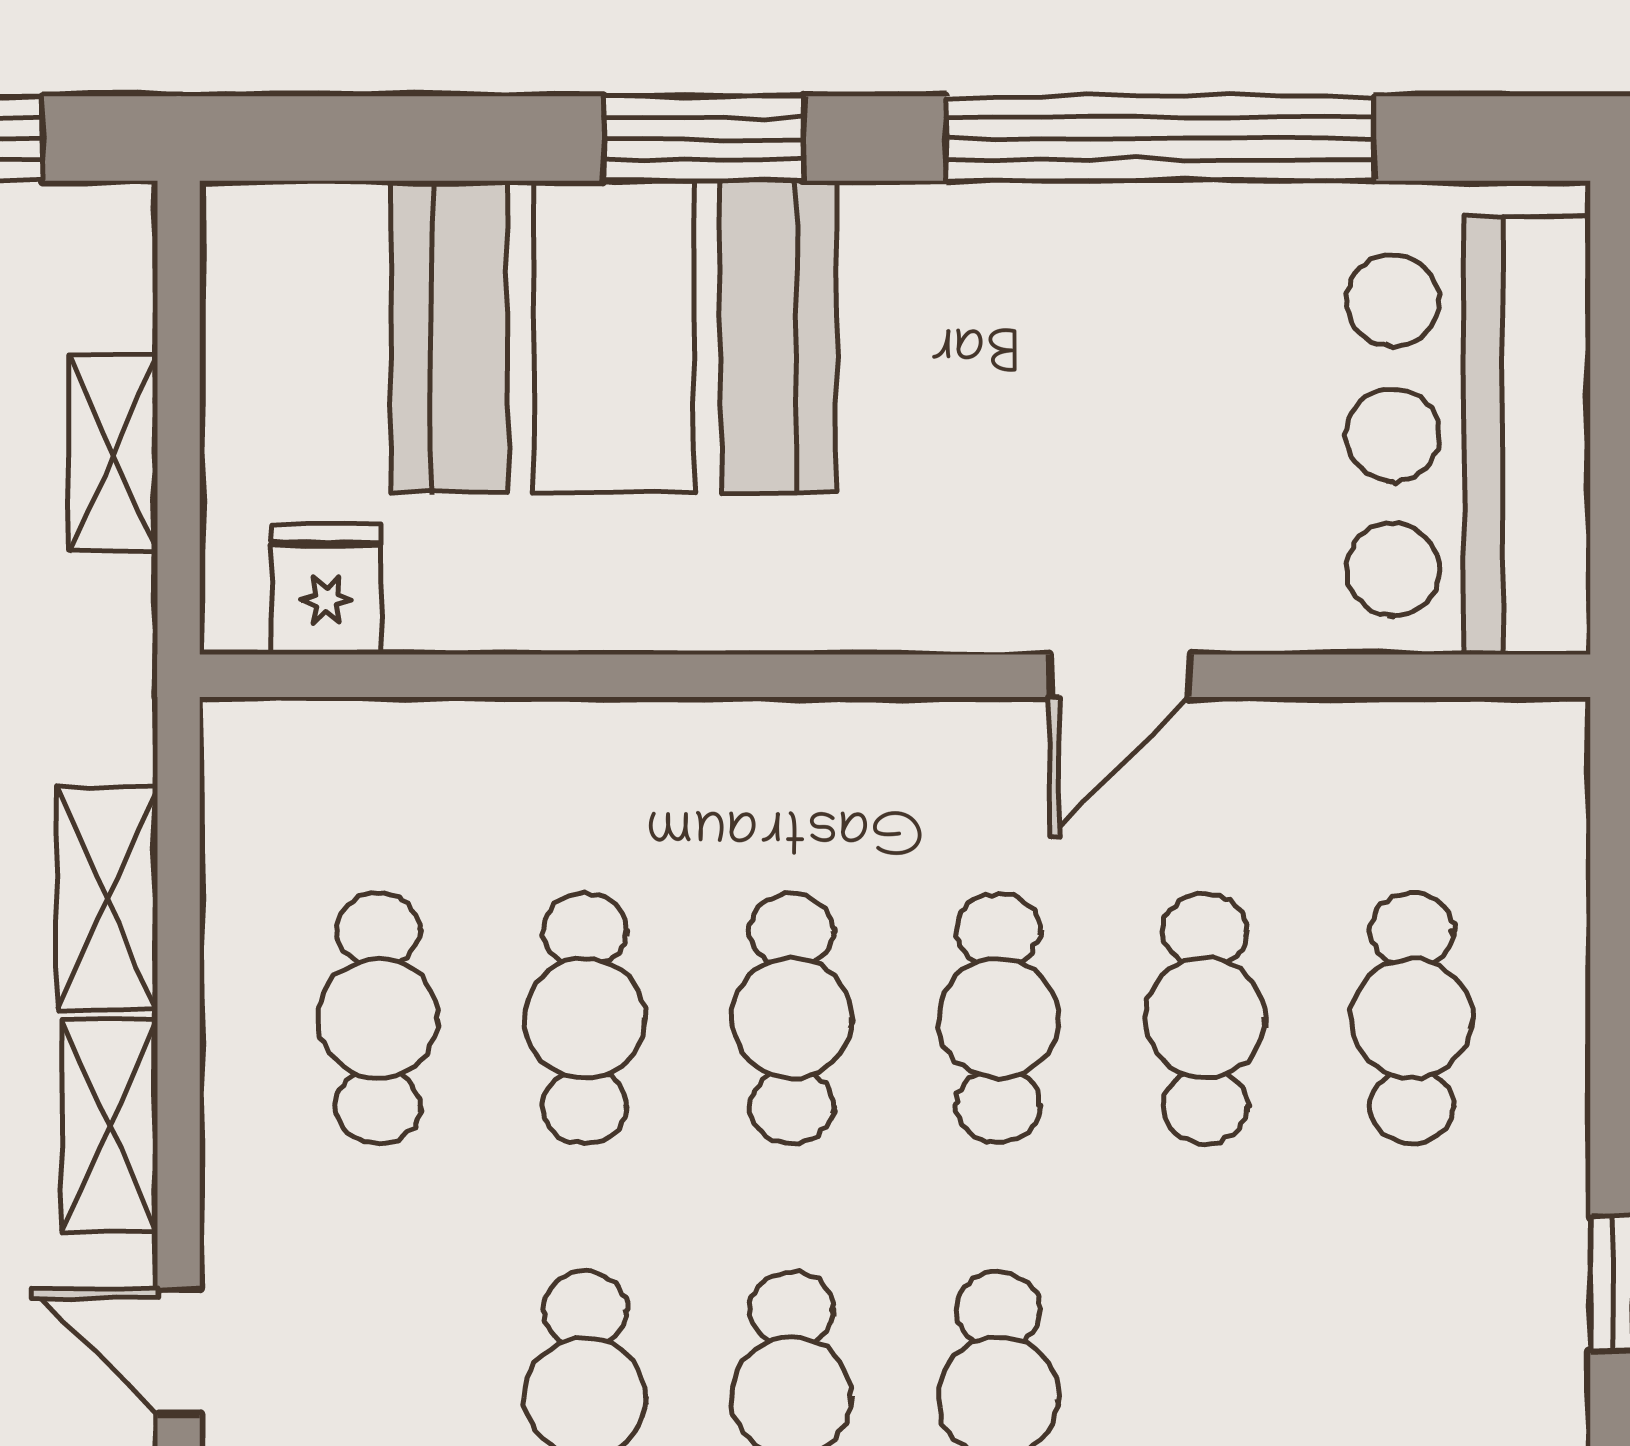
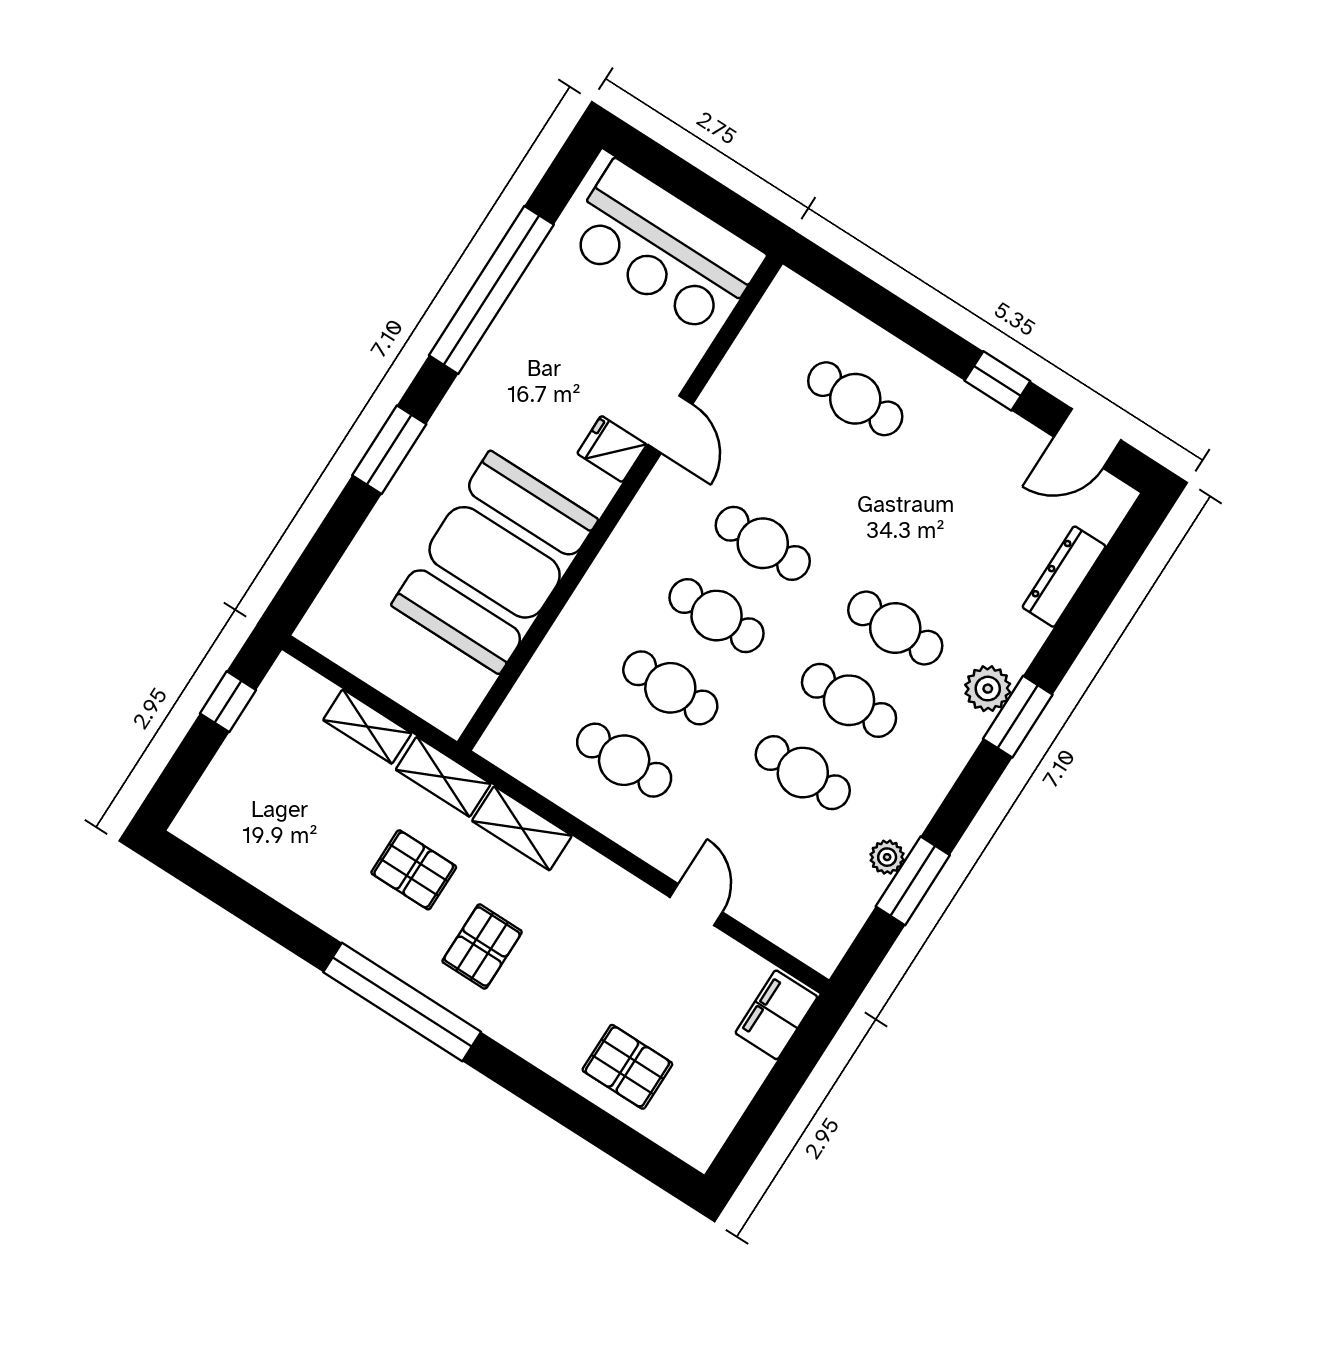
booth: (614, 337) -> (495, 562), moved
fridge: (326, 589) -> (612, 449), moved
cafe table: (1205, 1018) -> (809, 471), removed
shelving: (110, 1126) -> (443, 777), moved
door: (179, 1352) -> (696, 905), swing flipped

